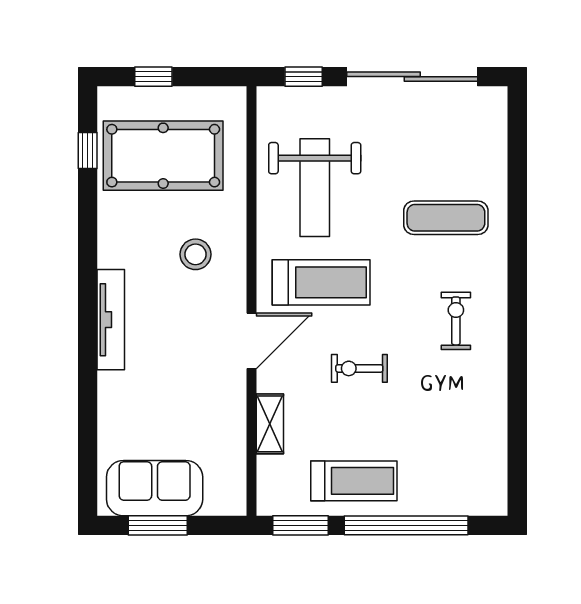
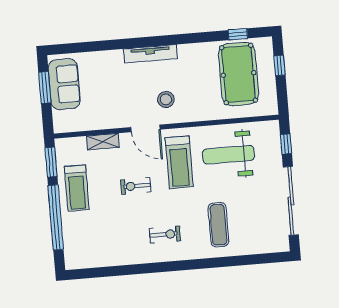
stool: (196, 254) -> (166, 99), moved
exercise bike: (359, 368) -> (136, 186), turned -90

